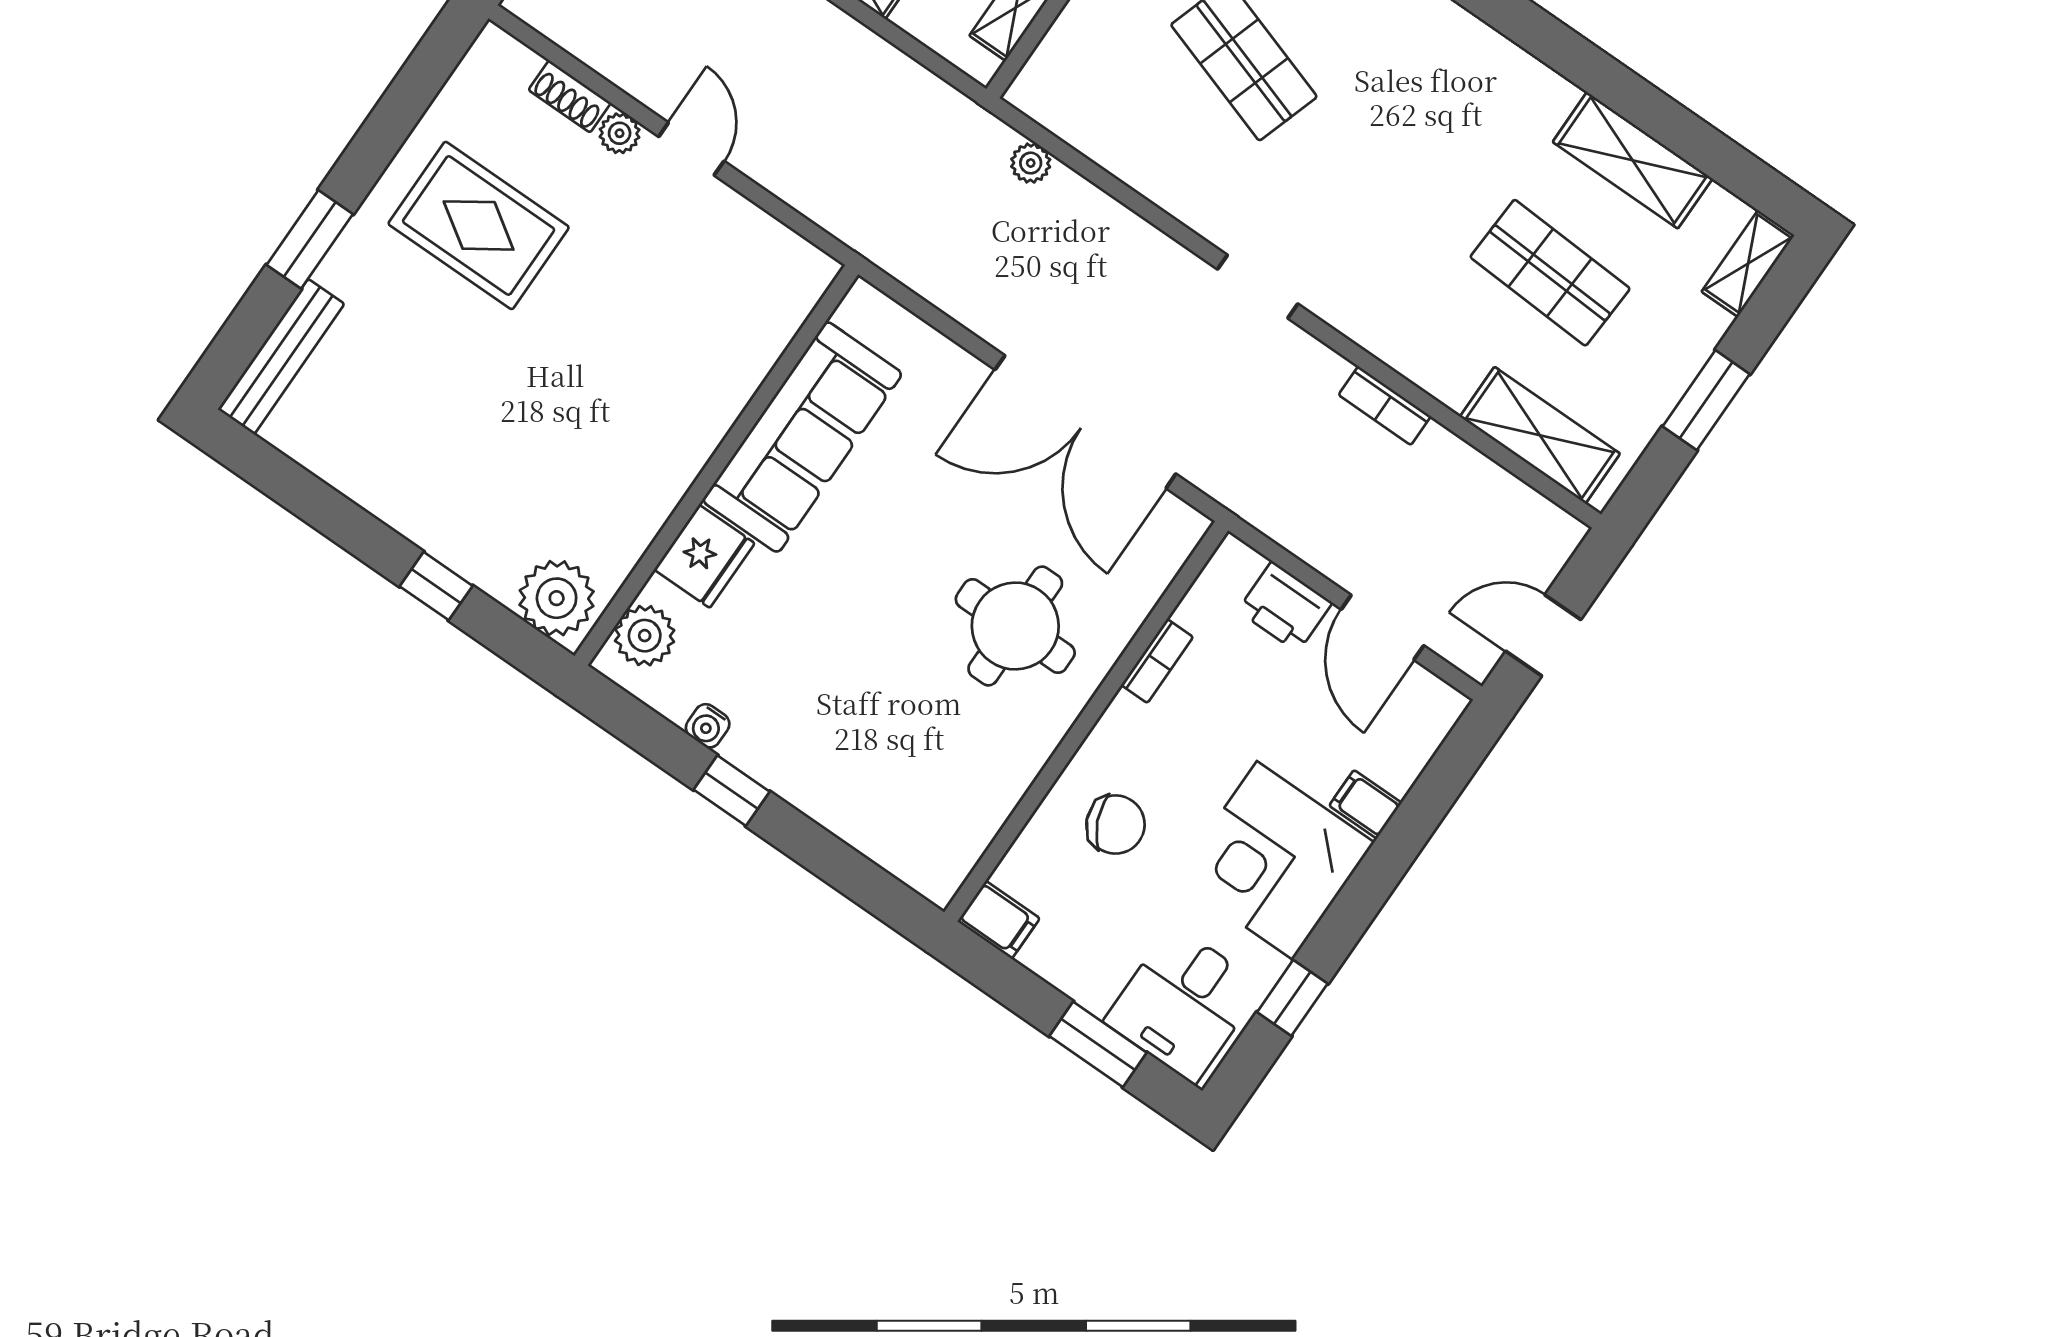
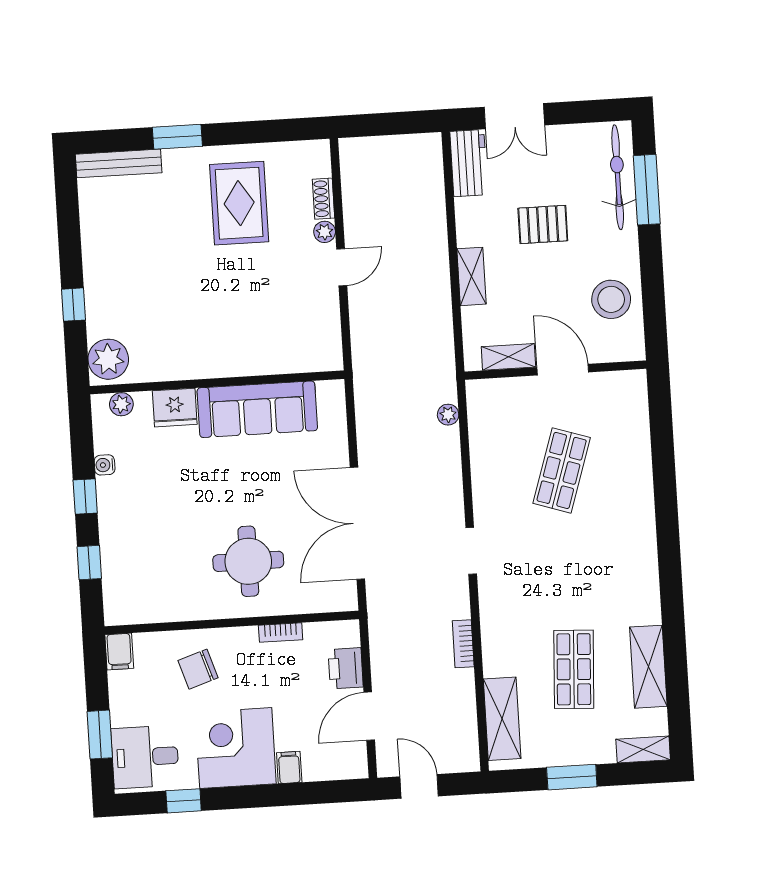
plant: (645, 636) -> (121, 404), width x0.73, depth x0.73
chair: (1115, 825) -> (198, 669), turned 96
window: (833, 861) -> (89, 563), added

